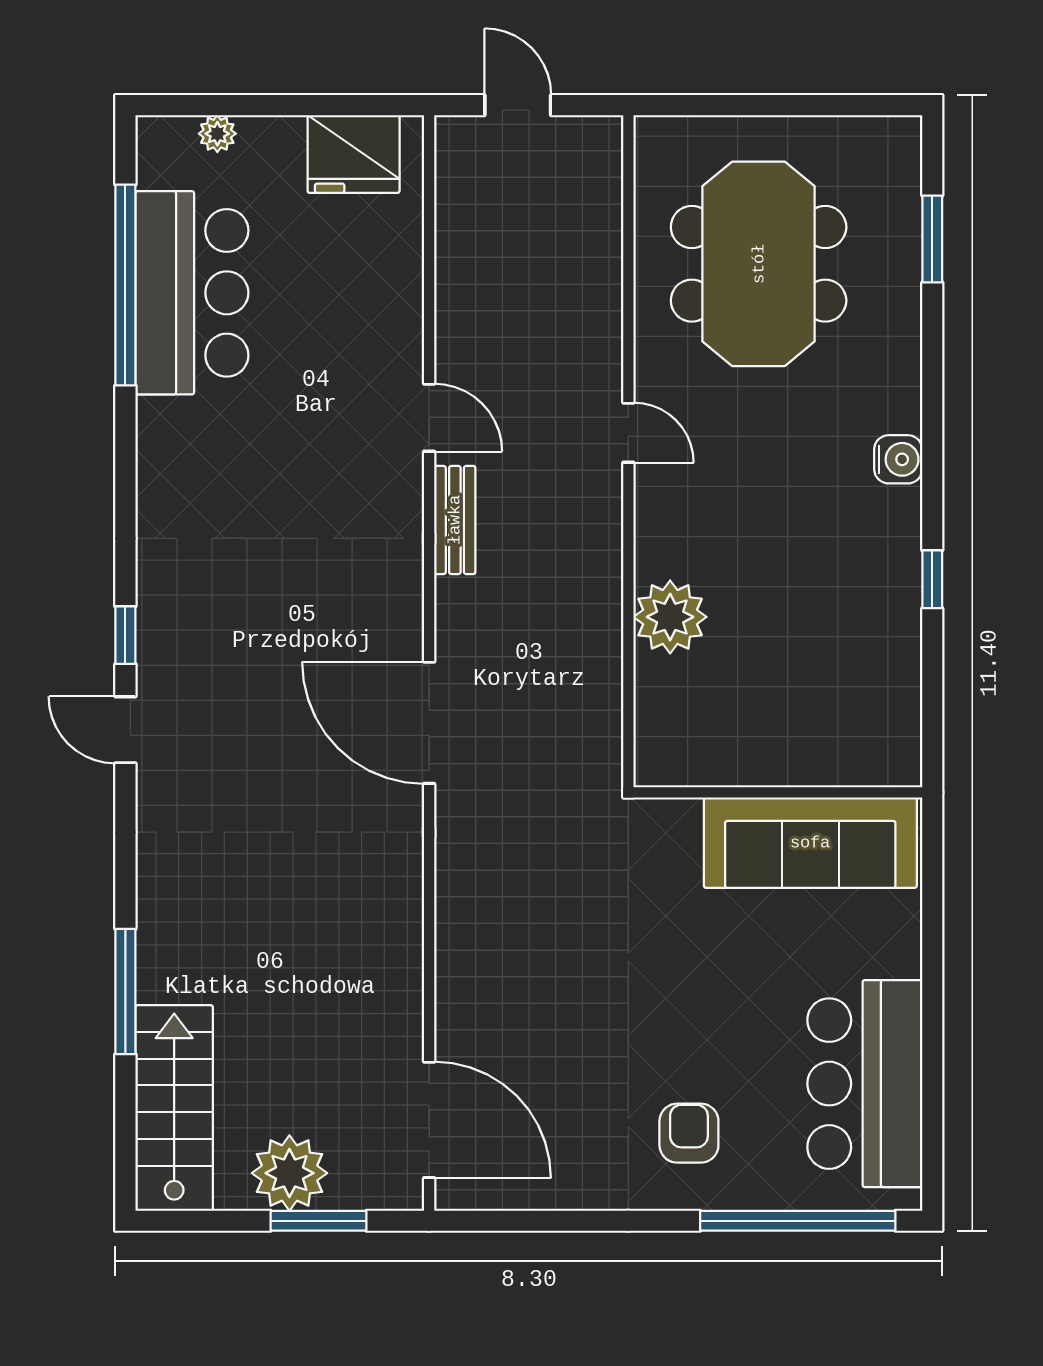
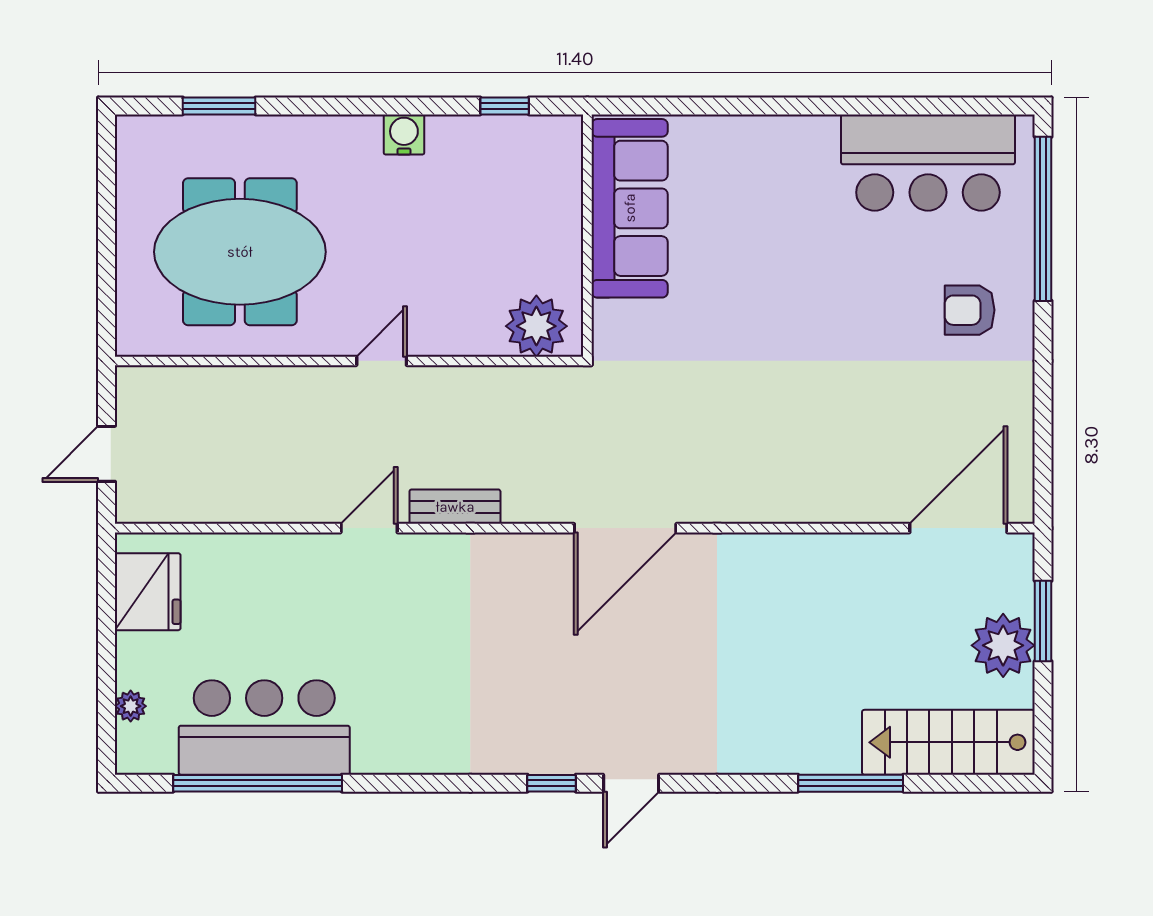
wall: (778, 792) -> (587, 236), moved
sofa: (810, 843) -> (630, 208), moved

